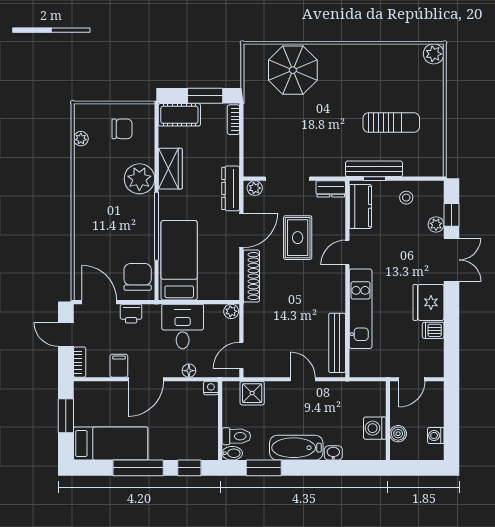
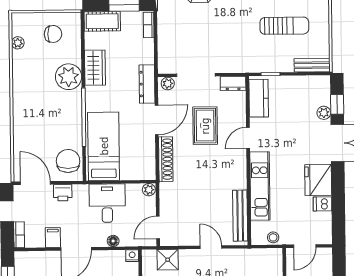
bench: (374, 169) -> (312, 65), moved, width x0.73
stool: (406, 198) -> (273, 237), moved

